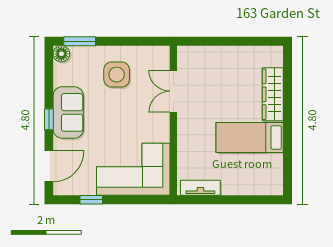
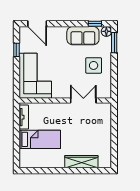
sofa: (68, 112) -> (83, 36), moved
window: (49, 119) -> (95, 24), moved
bed: (250, 137) -> (40, 139), moved, turned 90

